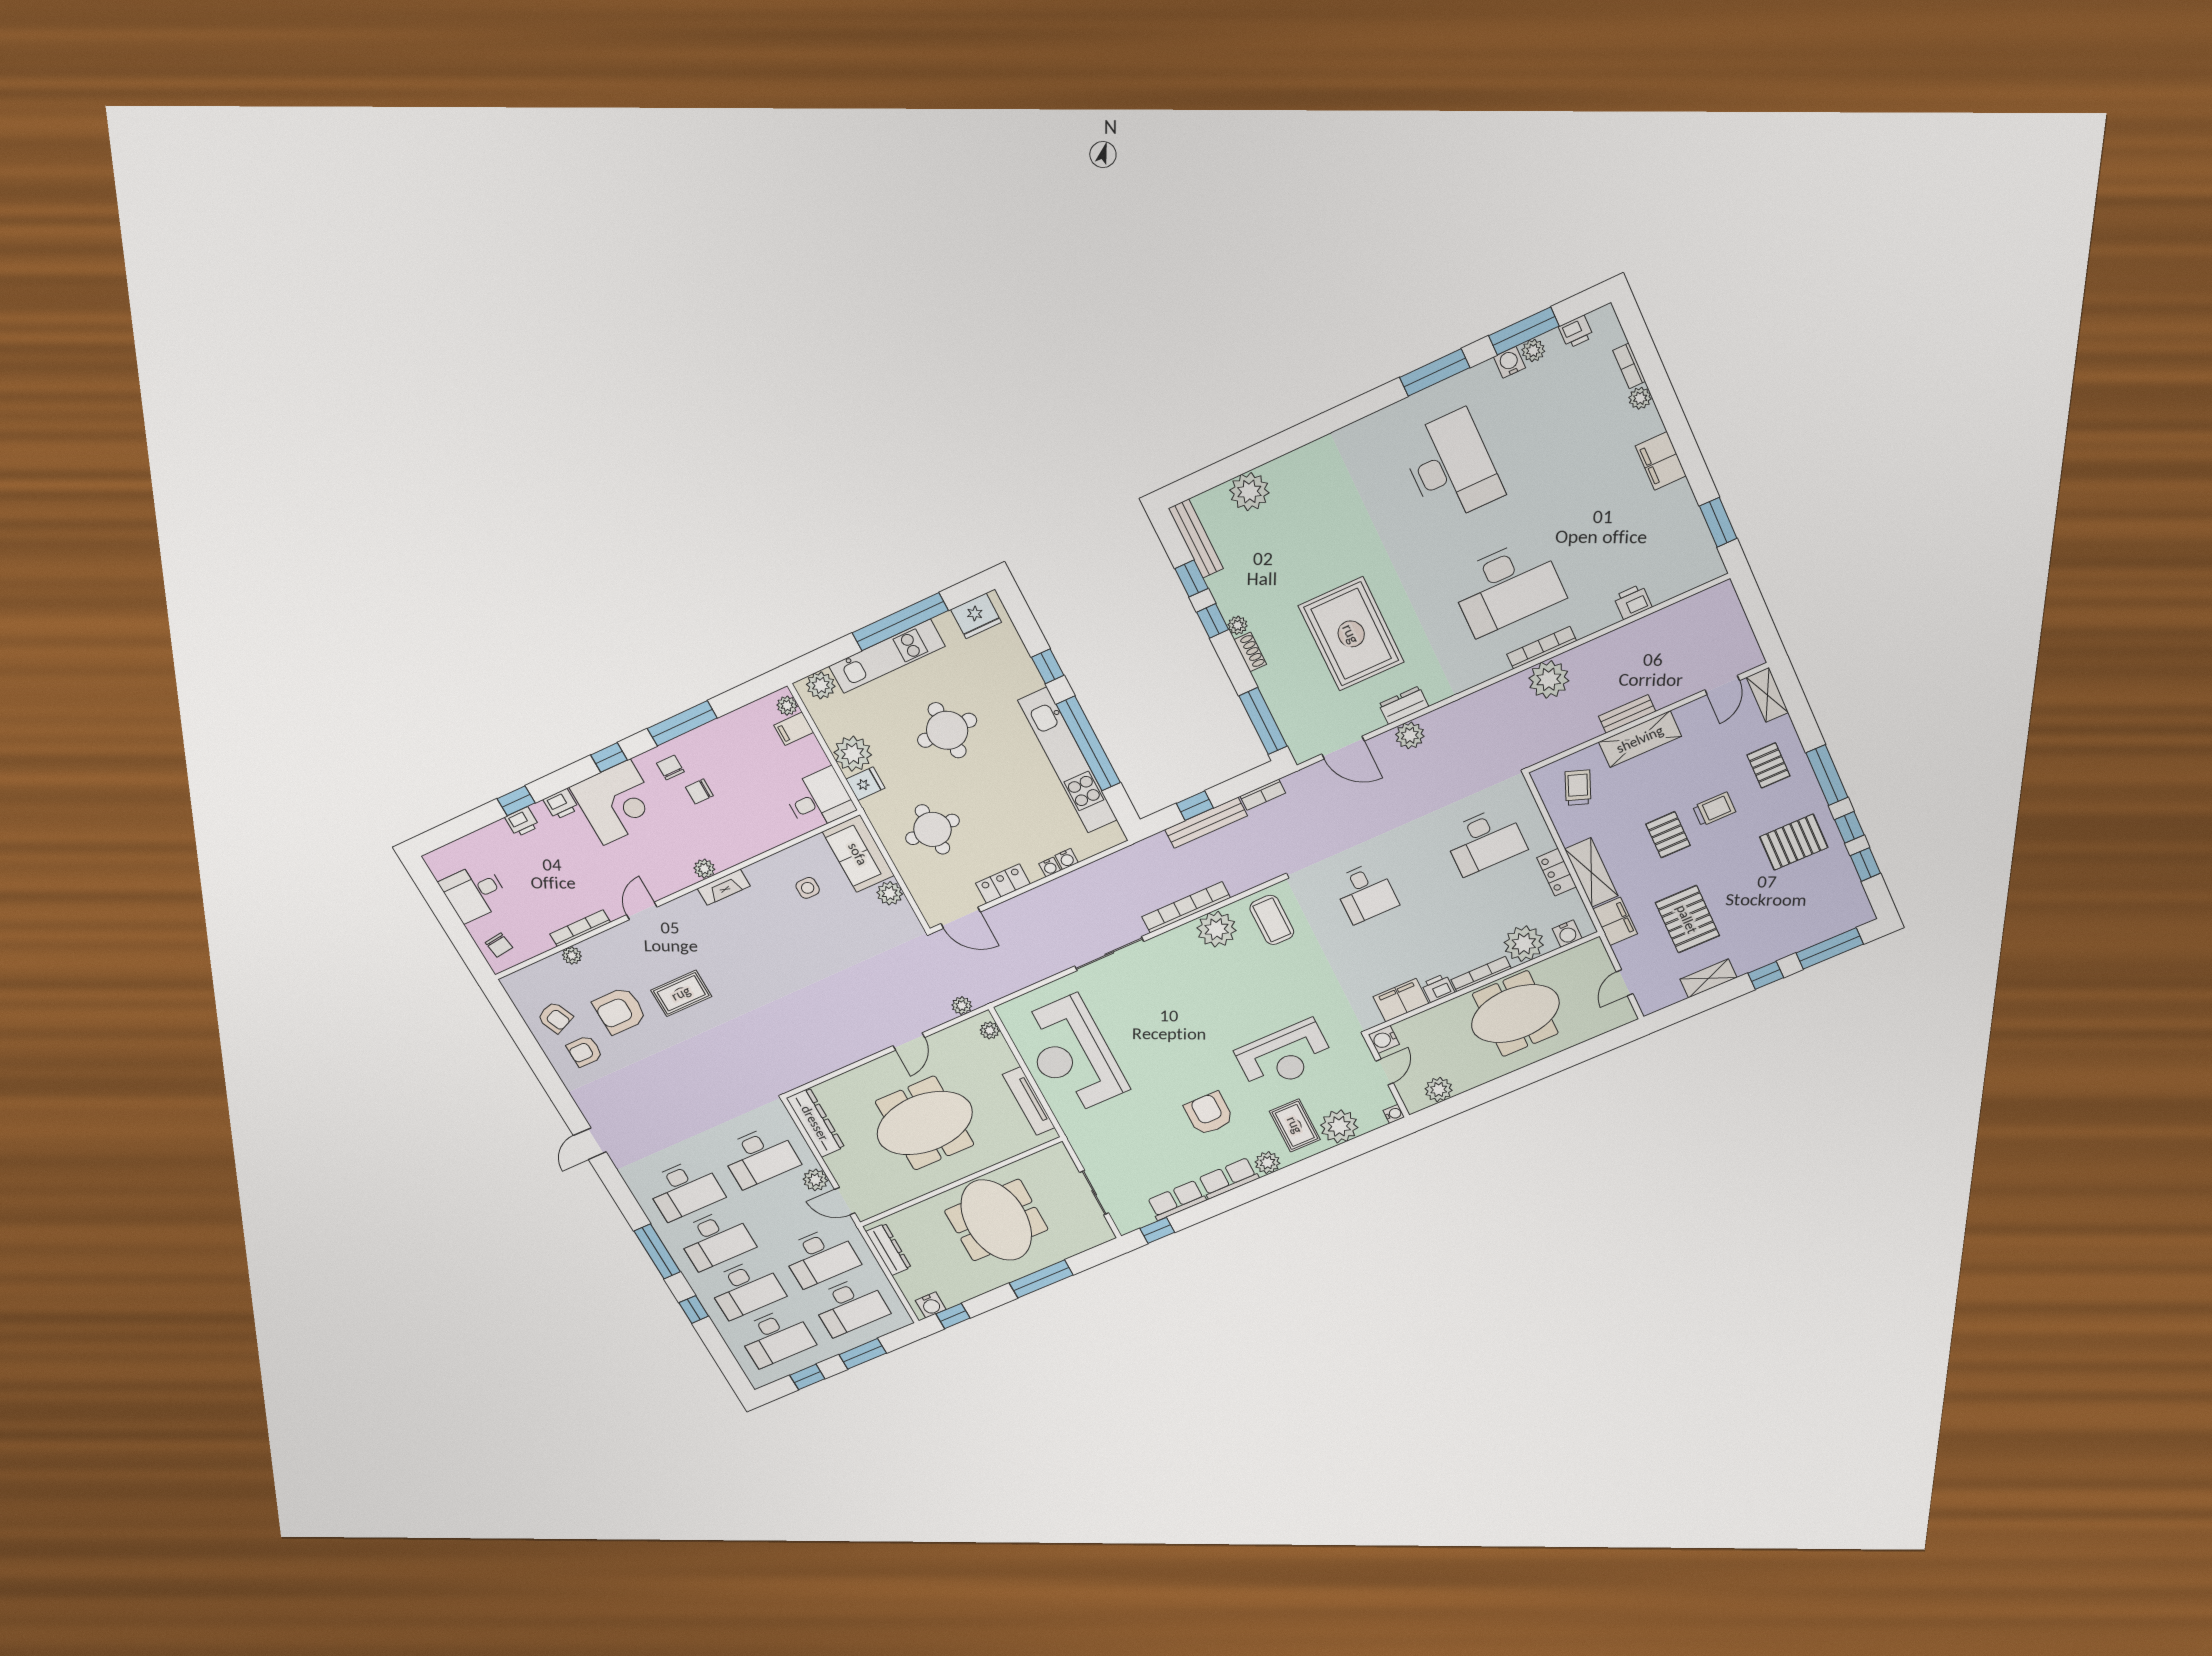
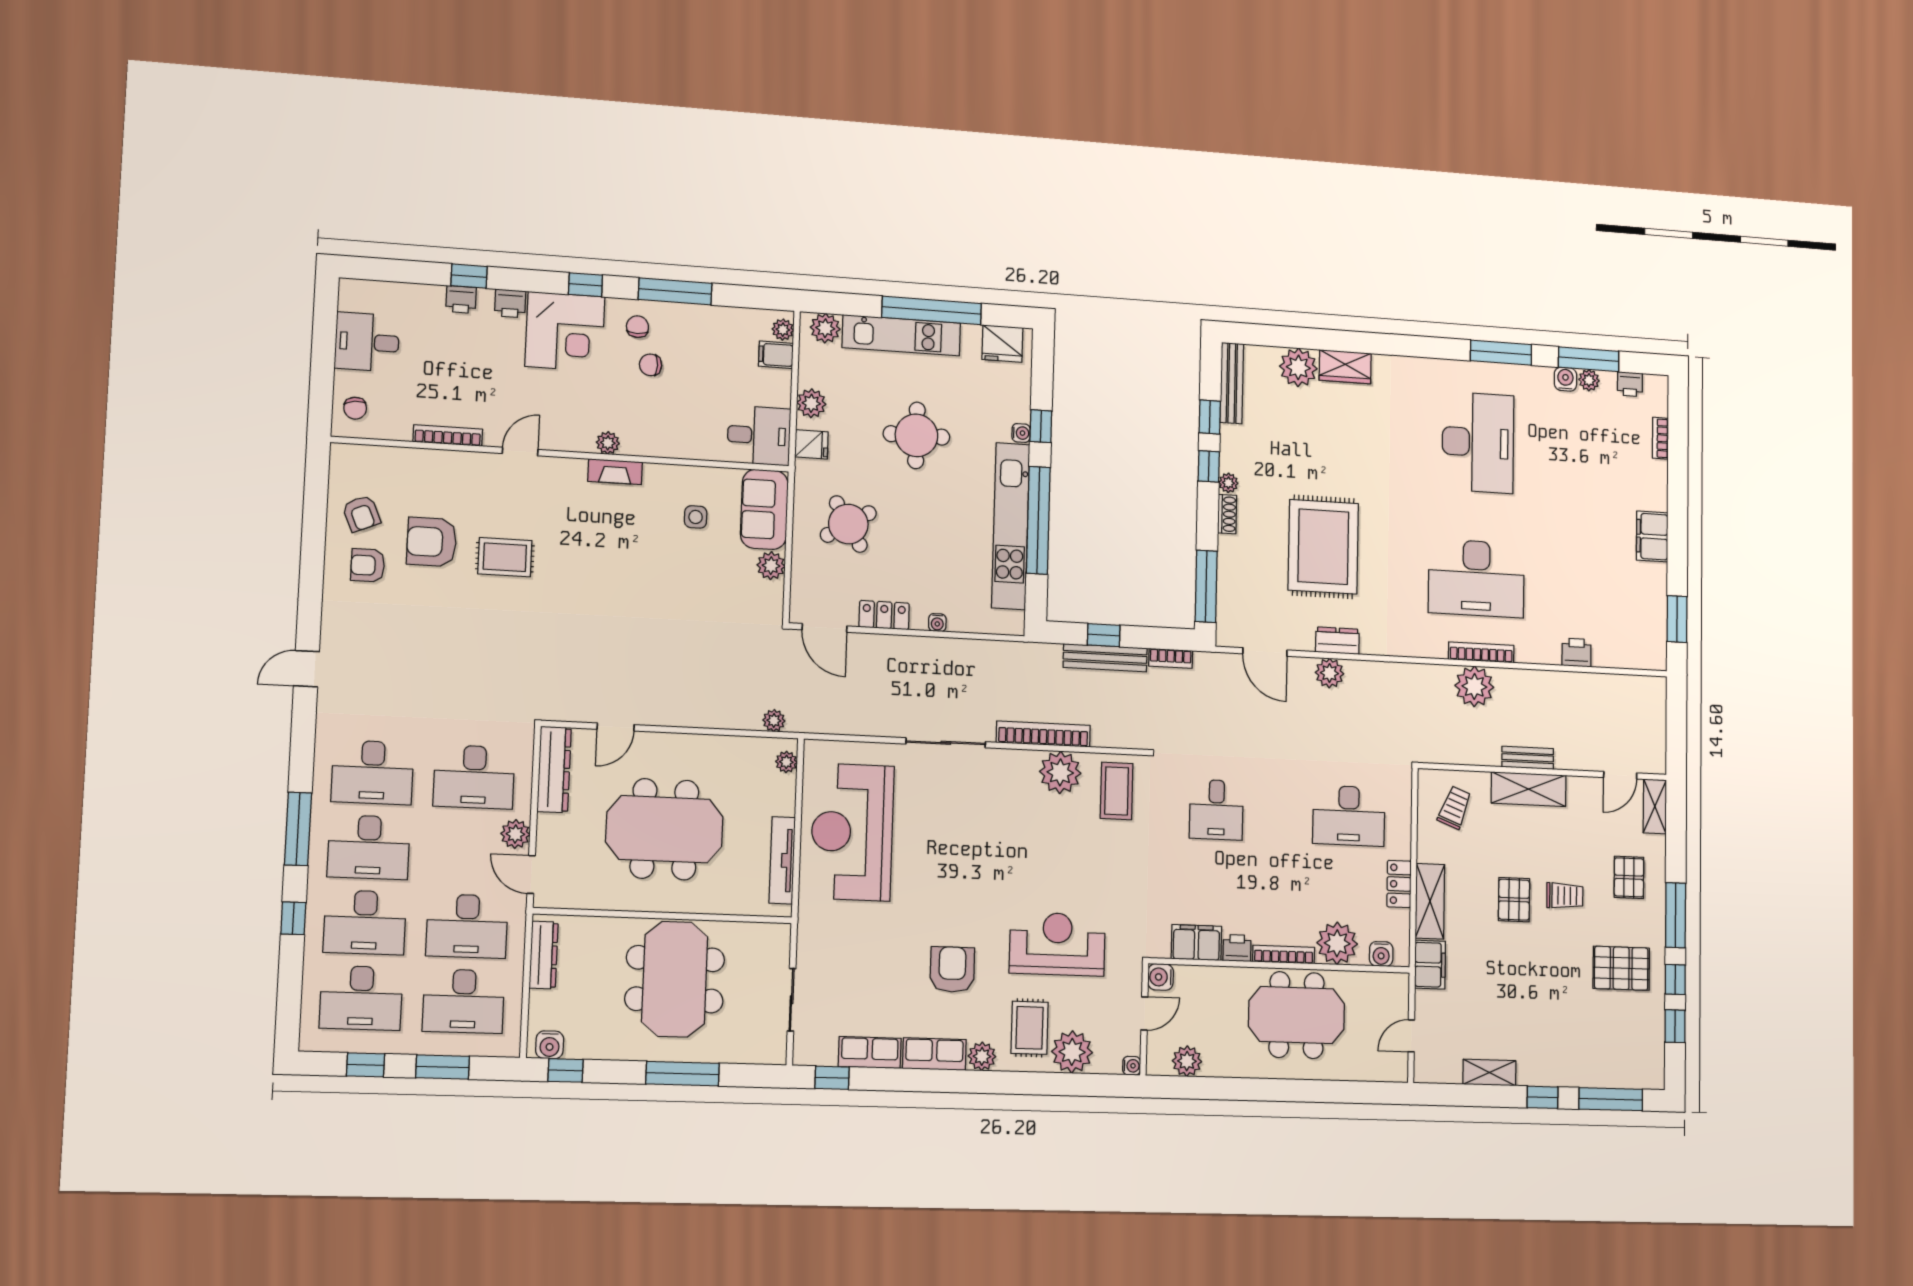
plant: (1640, 398) -> (1658, 471), removed
wardrobe: (1292, 467) -> (1345, 367), added
plant: (853, 754) -> (811, 403), width x0.73, depth x0.73
round table: (932, 829) -> (848, 524), turned -31
water cooler: (1067, 859) -> (1021, 433), moved, turned -90
pallet: (1687, 919) -> (1496, 998), removed
plant: (572, 956) -> (421, 459), removed
door: (909, 1042) -> (616, 727), moved
reception desk: (1284, 1056) -> (1057, 944), turned 180

